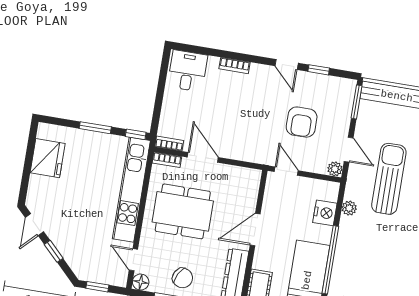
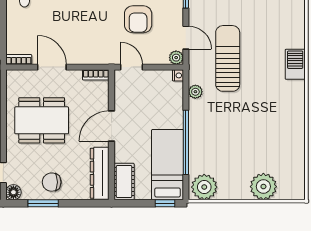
bookcase: (167, 160) -> (96, 75), moved
nightstand: (325, 213) -> (178, 75), moved, width x0.53, depth x0.56
chair: (183, 278) -> (52, 182), turned 152

